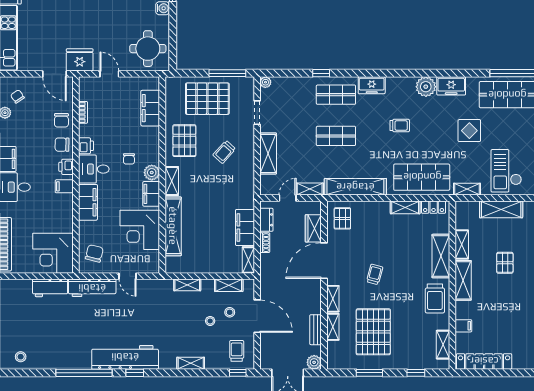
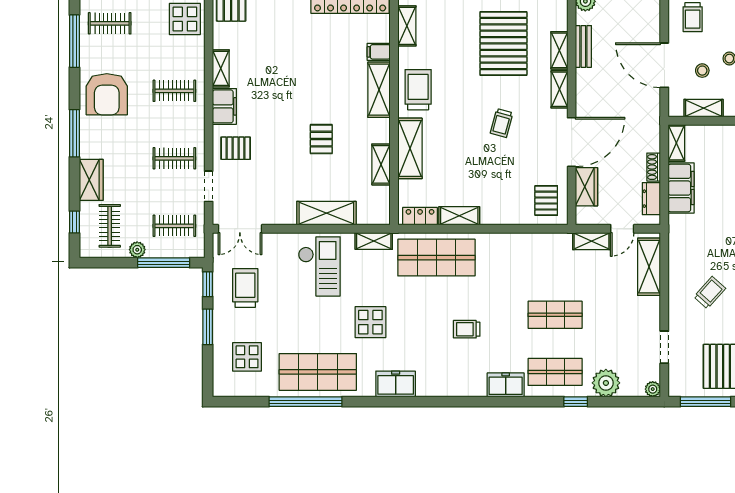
plant: (426, 87) -> (606, 383), moved
shelving: (268, 153) -> (649, 267), moved
shelving: (355, 187) -> (528, 244), removed
shelving: (463, 280) -> (379, 90), moved

